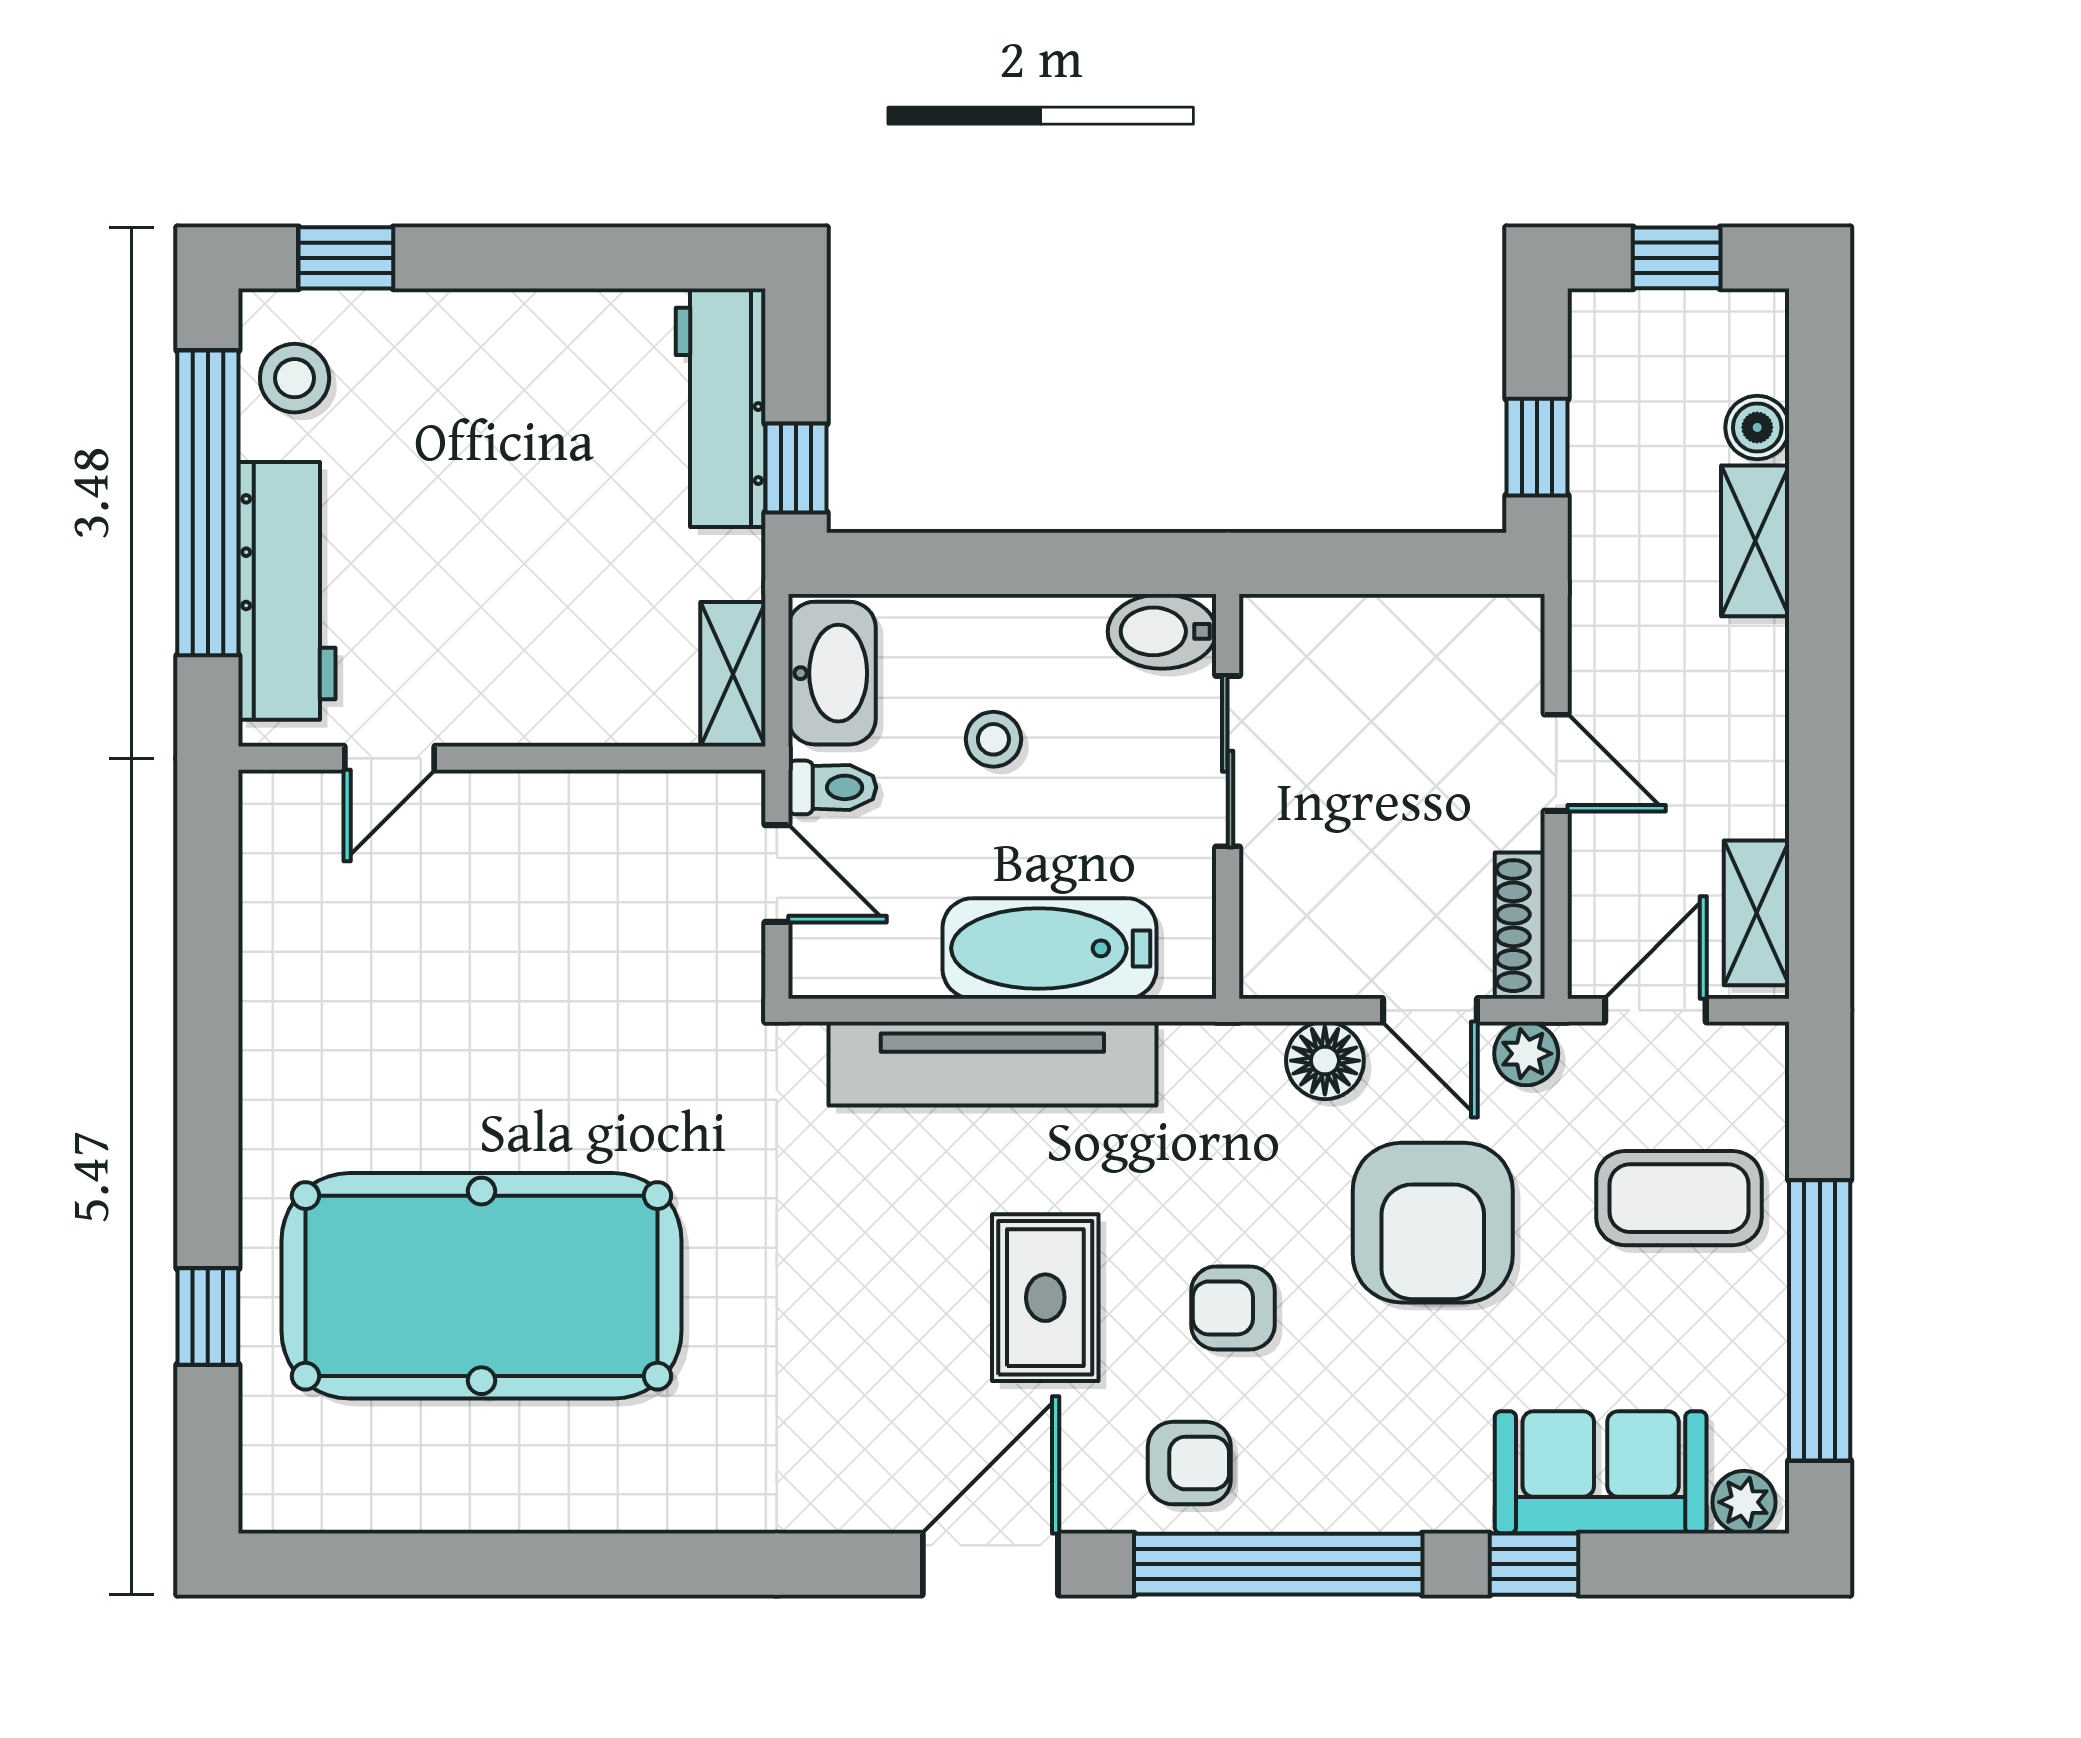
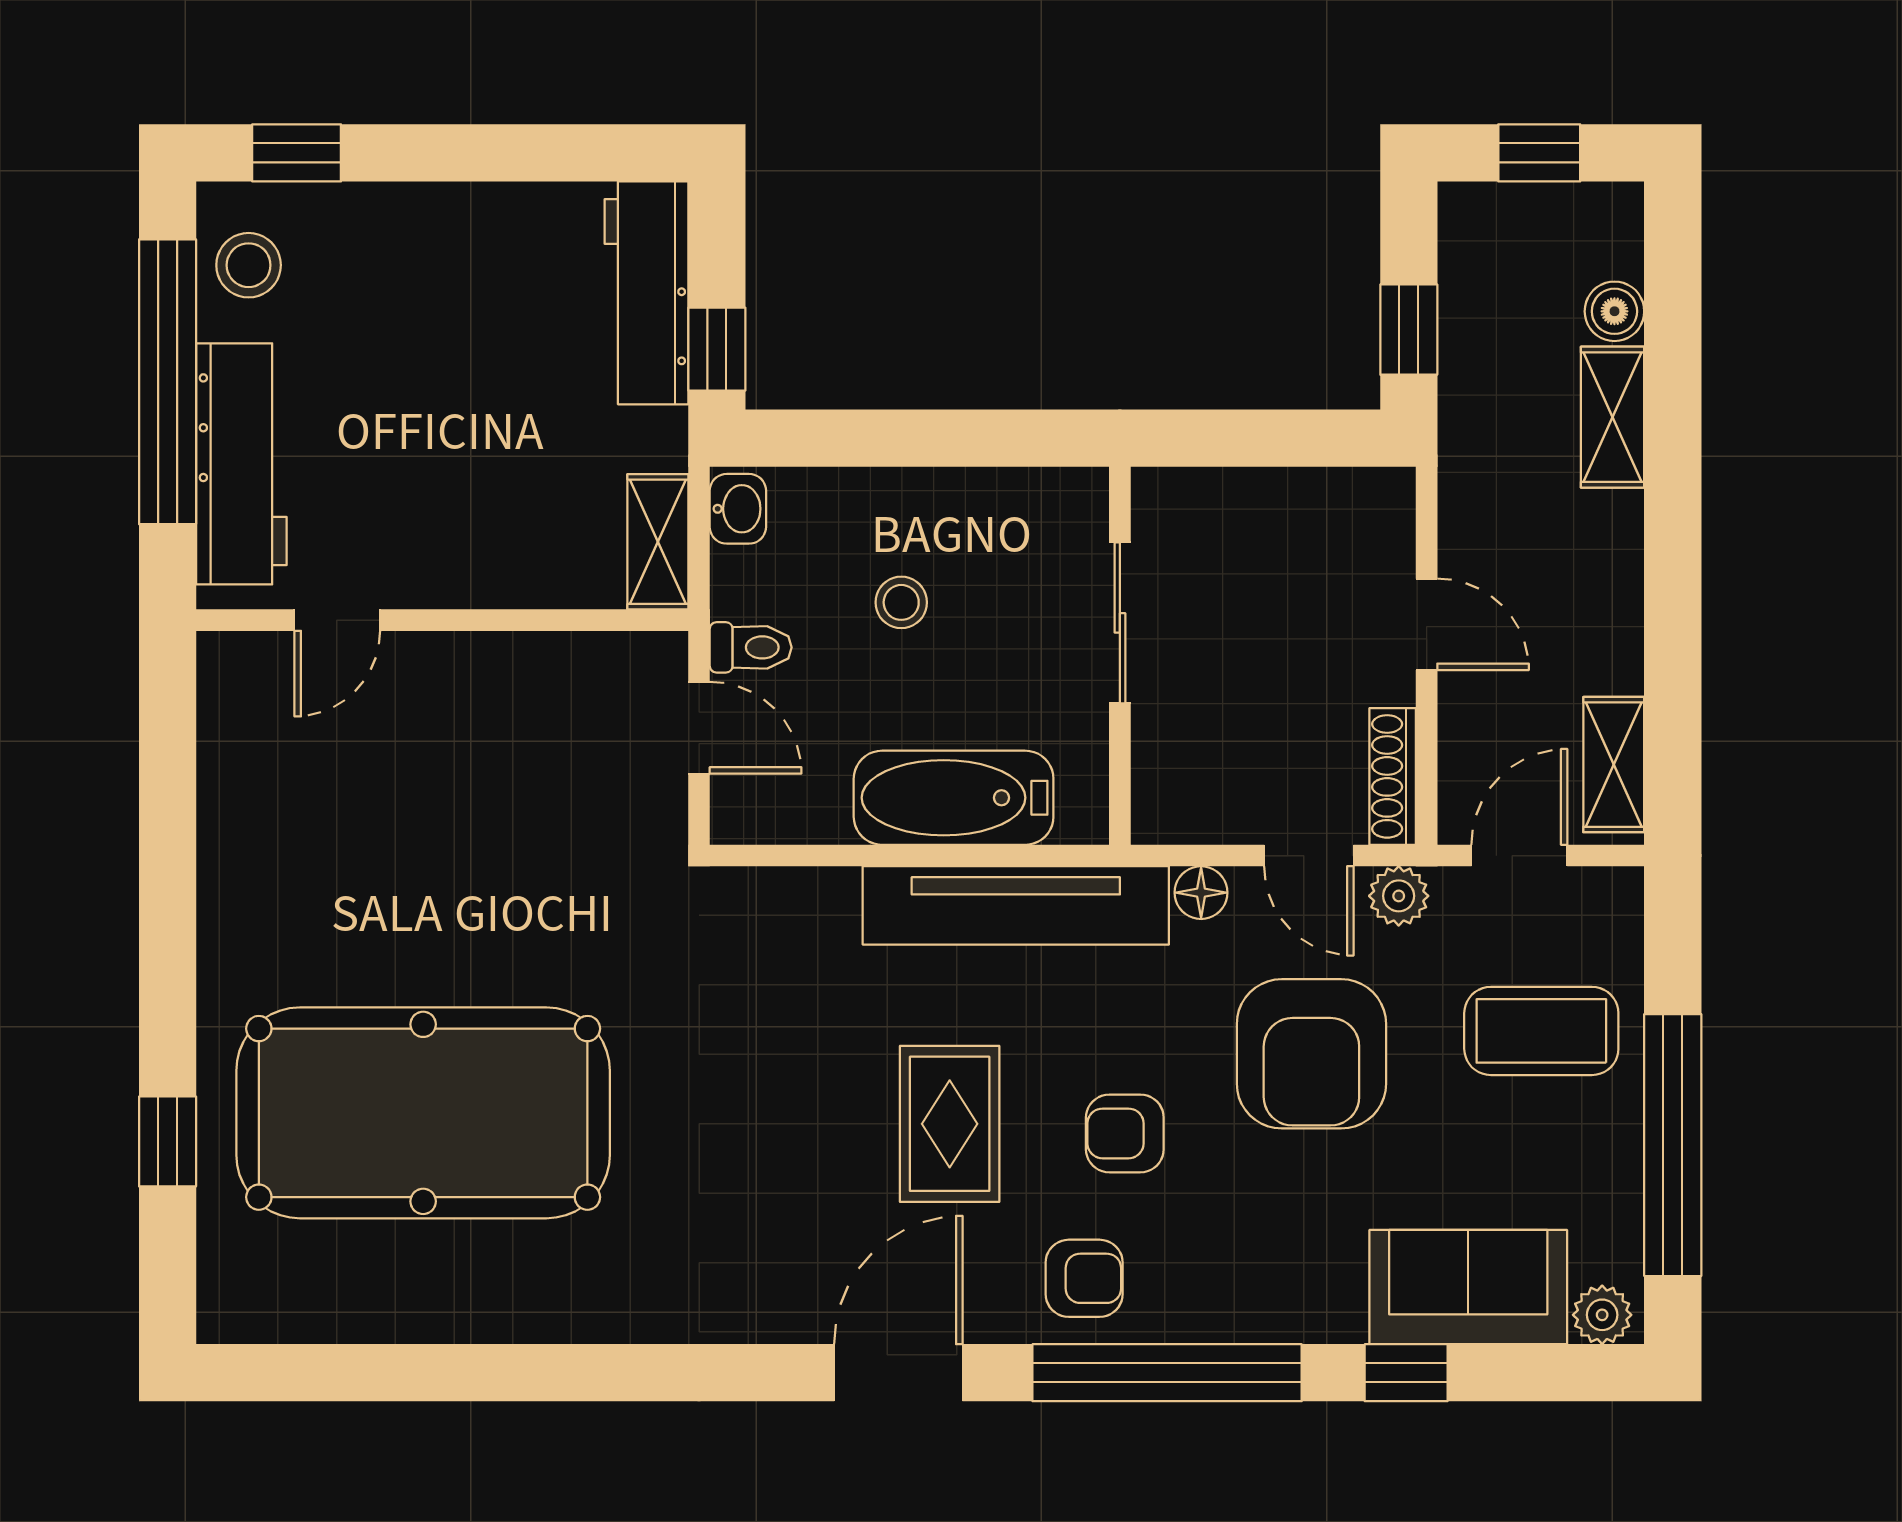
bidet: (1162, 631) -> (1059, 502), removed
washbasin: (832, 673) -> (738, 509), width x0.52, depth x0.69
floor lamp: (1325, 1061) -> (1201, 893), width x0.73, depth x0.73
tv unit: (992, 1064) -> (1016, 905), moved

